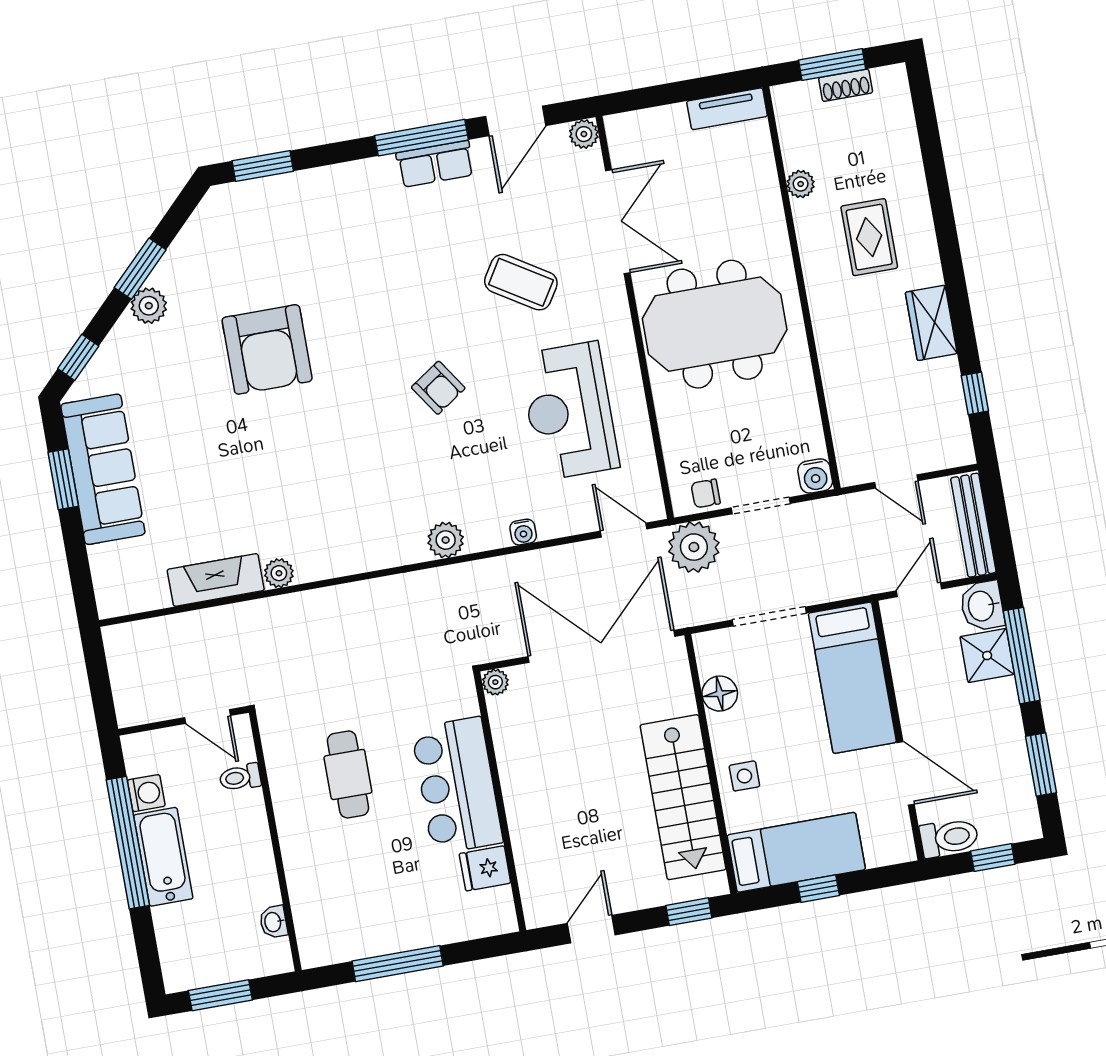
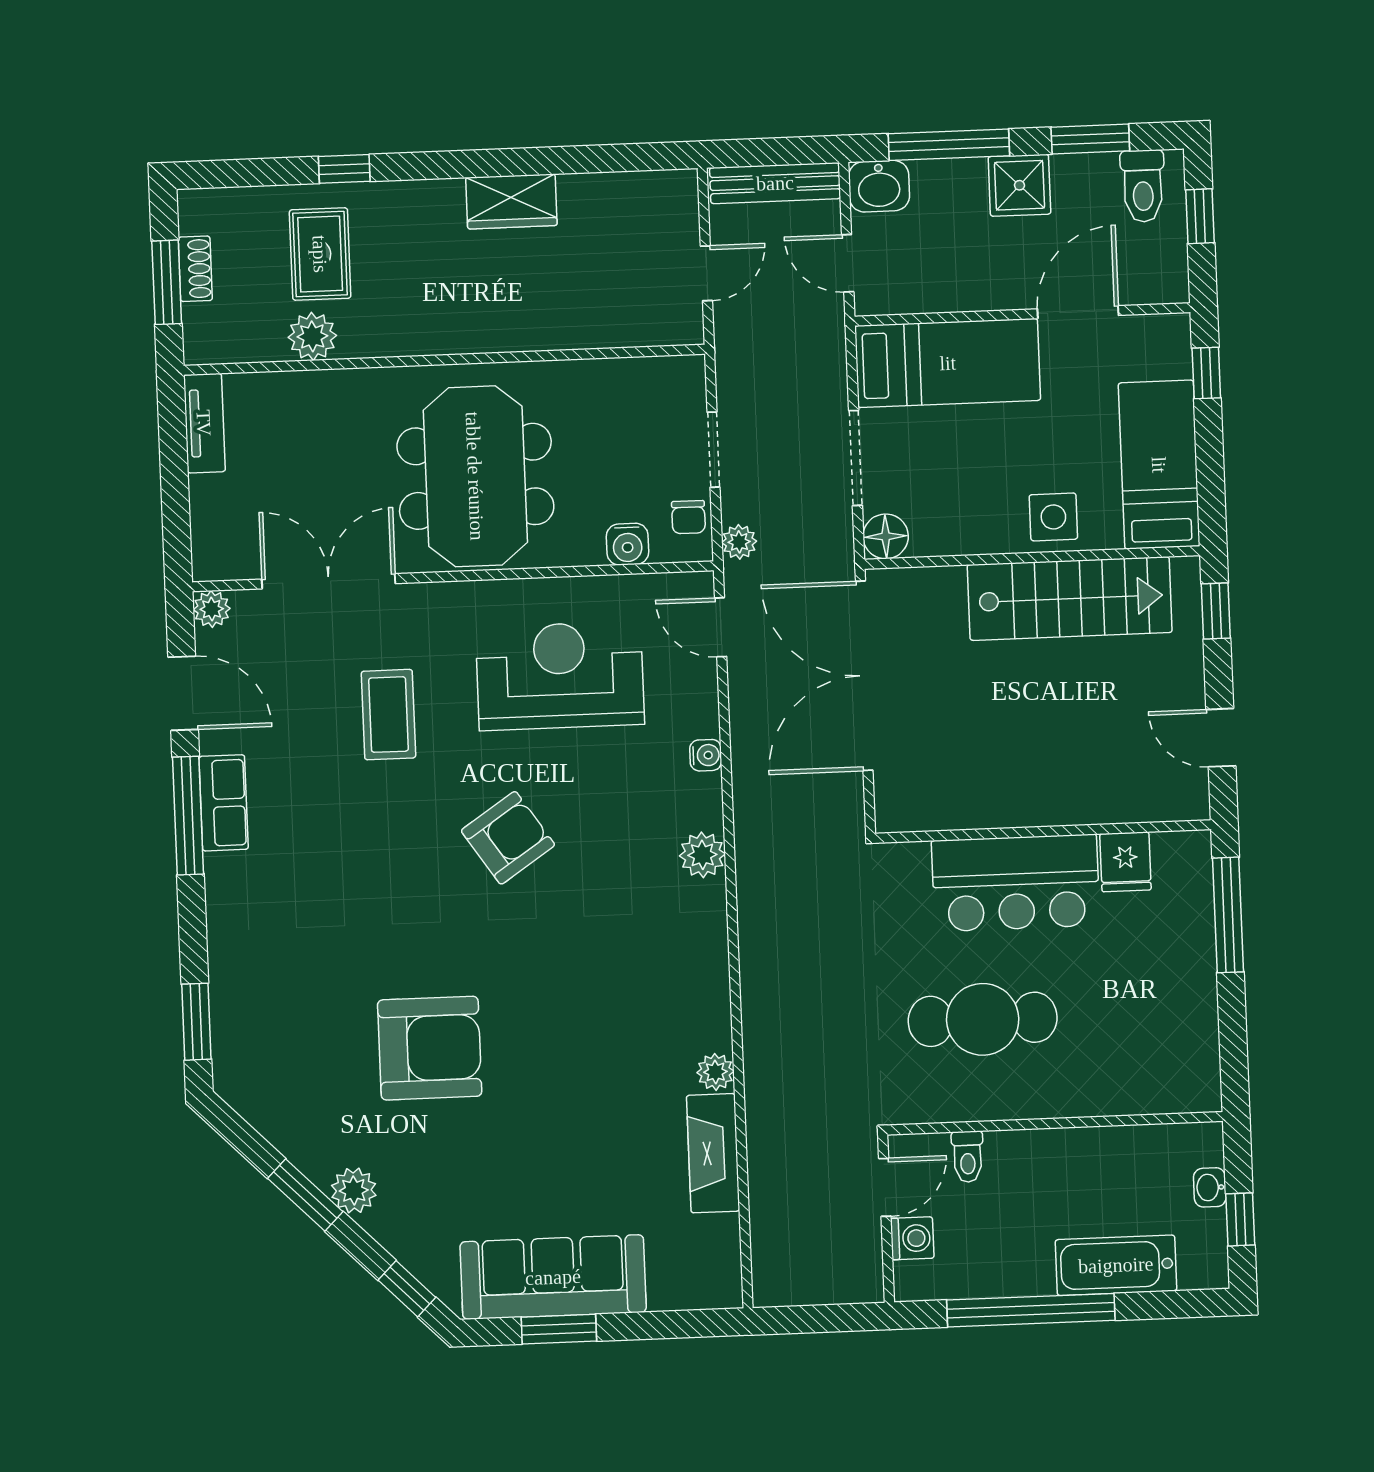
plant: (801, 184) -> (312, 336), width x1.38, depth x1.38
rug: (869, 237) -> (320, 254), moved, turned 90
coffee table: (521, 282) -> (388, 715), turned -32
armchair: (438, 388) -> (508, 838), width x1.38, depth x1.38
window: (975, 393) -> (344, 169), moved
reception desk: (569, 411) -> (560, 676), turned 180
water cooler: (815, 476) -> (627, 544), moved, turned 90
door: (624, 530) -> (721, 627), hinge flipped
plant: (694, 547) -> (739, 542), width x0.53, depth x0.53
shower: (987, 656) -> (1019, 185), moved
plant: (495, 682) -> (891, 816), removed
floor lamp: (720, 694) -> (886, 536), moved
cafe table: (348, 774) -> (983, 1019), width x1.37, depth x1.35
side table: (744, 776) -> (1053, 517), width x1.37, depth x1.37
washing machine: (146, 793) -> (912, 1238), moved, turned 90
toilet: (949, 838) -> (1143, 186), moved, turned 180
bathtub: (163, 857) -> (1116, 1265), moved
window: (818, 889) -> (1206, 373), moved
washbasin: (273, 922) -> (1210, 1187), moved, turned 90
window: (398, 964) -> (1228, 915), moved
window: (220, 995) -> (1240, 1219), width x0.67

